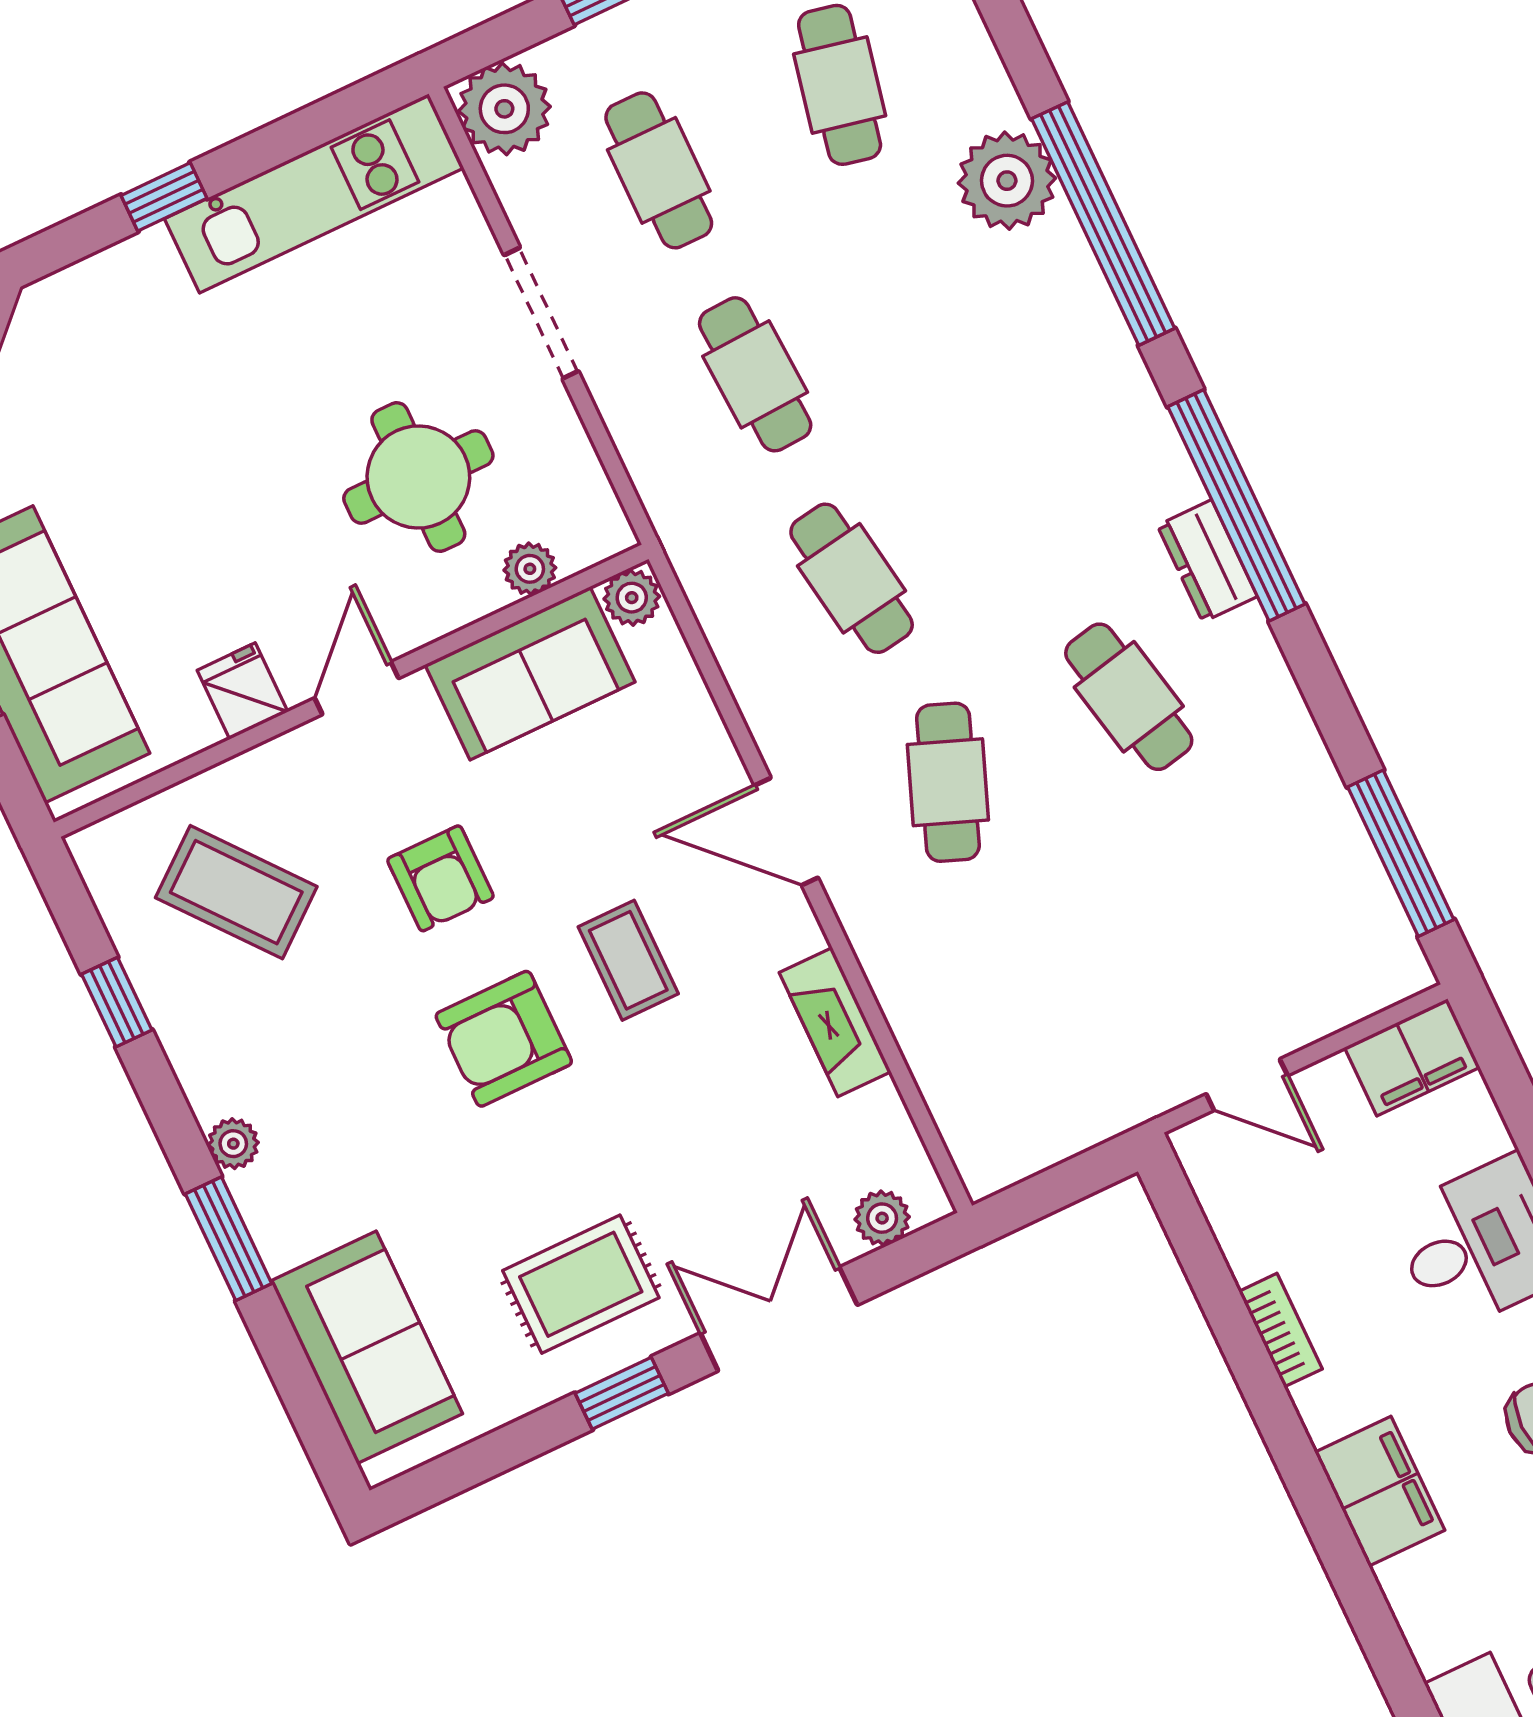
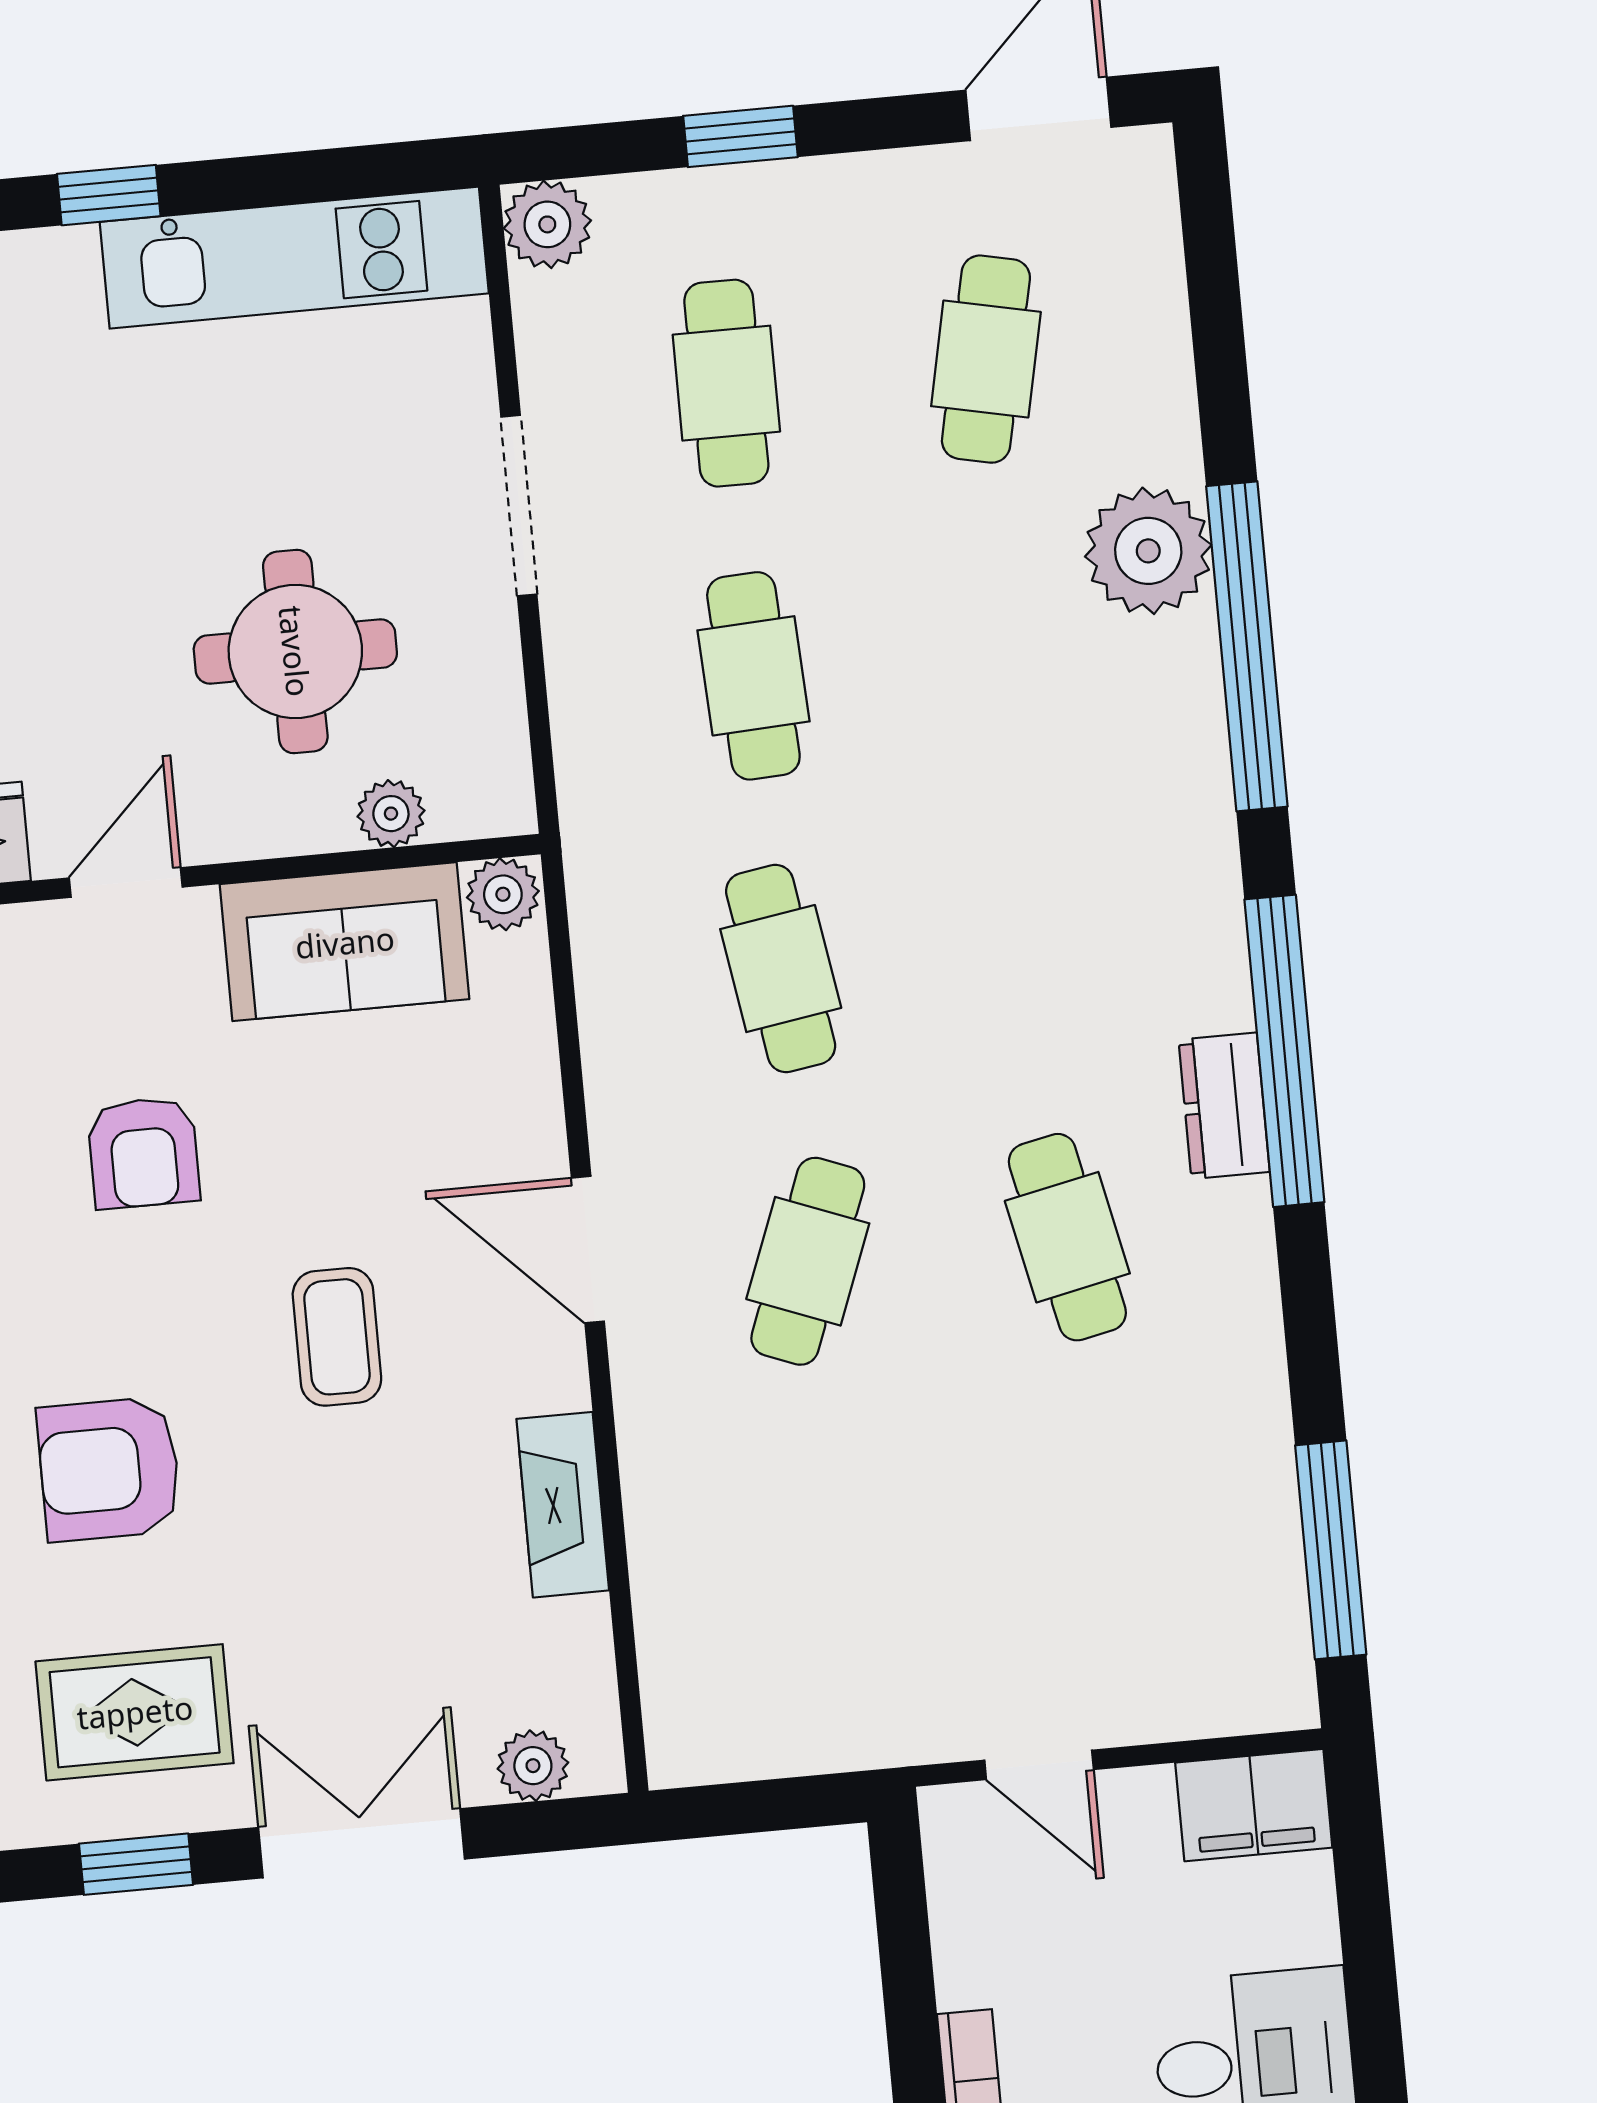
plant: (504, 109) -> (547, 224), width x0.73, depth x0.73
armchair: (504, 1039) -> (109, 1469), moved

